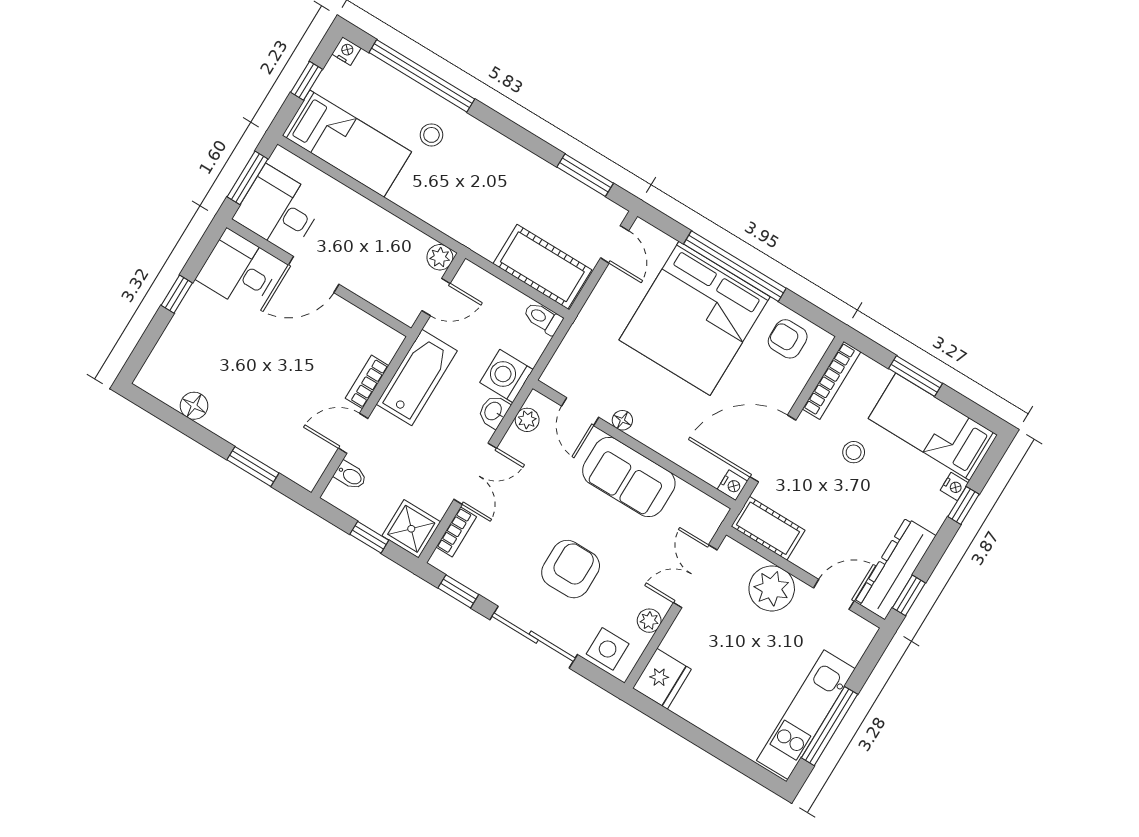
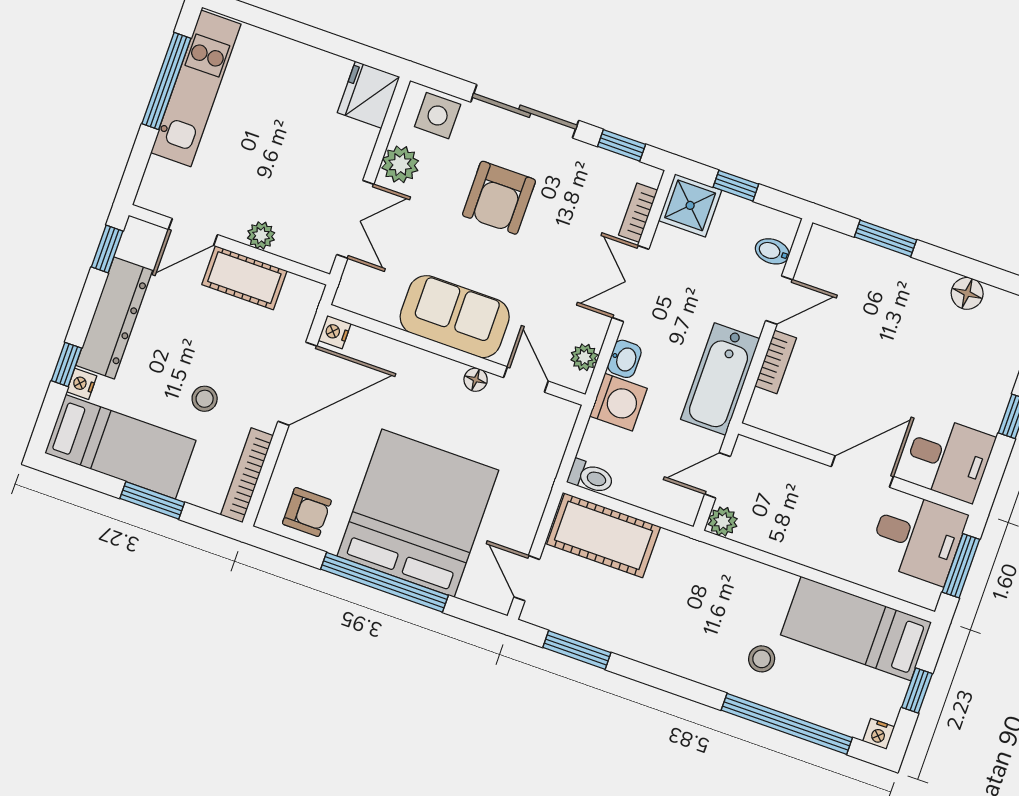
cot: (768, 528) -> (244, 278), moved
dresser: (895, 569) -> (114, 318), moved
plant: (772, 588) -> (261, 235), width x0.53, depth x0.53
plant: (649, 621) -> (400, 164), width x1.38, depth x1.38

